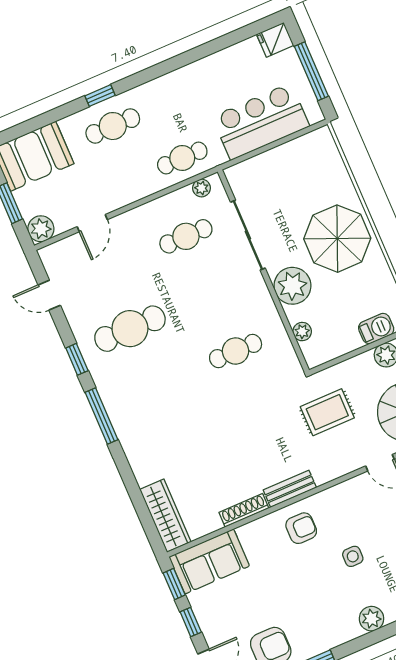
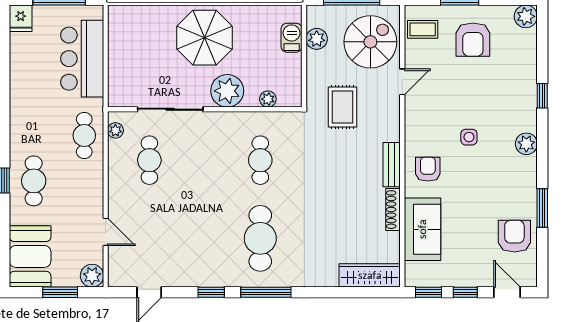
cafe table: (130, 329) -> (260, 238), moved
sofa: (209, 561) -> (422, 229), moved

